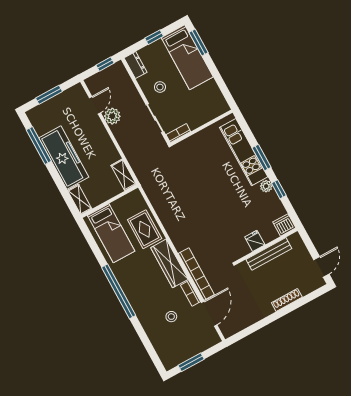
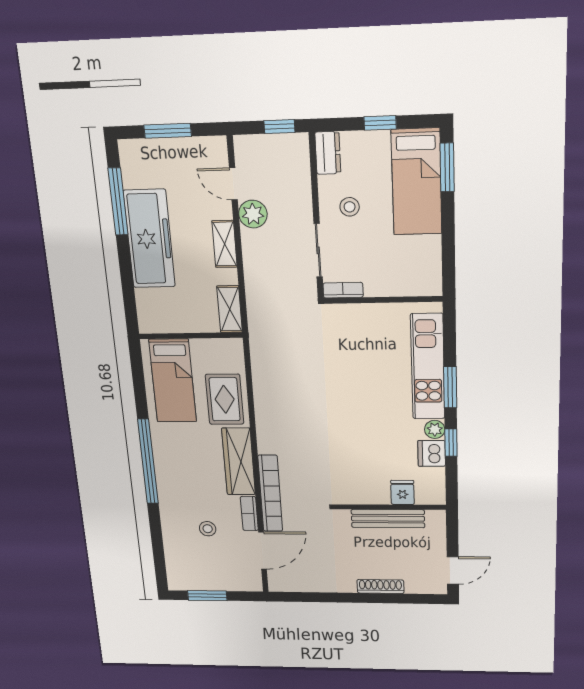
door: (95, 105) -> (233, 184), swing flipped
shelving: (80, 200) -> (225, 244), moved
dishwasher: (284, 225) -> (432, 453), moved, turned -90
fridge: (255, 241) -> (402, 492), moved

